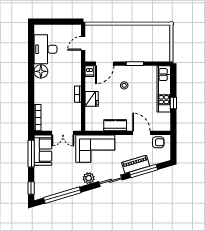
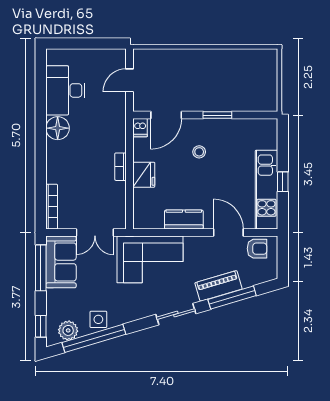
kitchen unit: (164, 89) -> (266, 190), moved
plant: (89, 178) -> (68, 330), moved
side table: (65, 184) -> (98, 319), added

